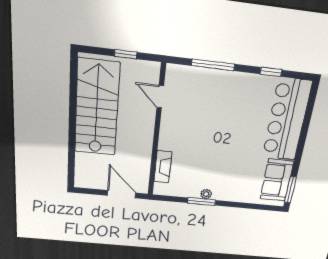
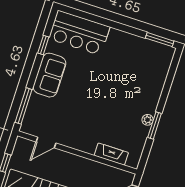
window: (213, 65) -> (24, 106), moved
bar counter: (287, 120) -> (79, 33), width x0.73
sofa: (277, 180) -> (50, 75), moved, turned -90

